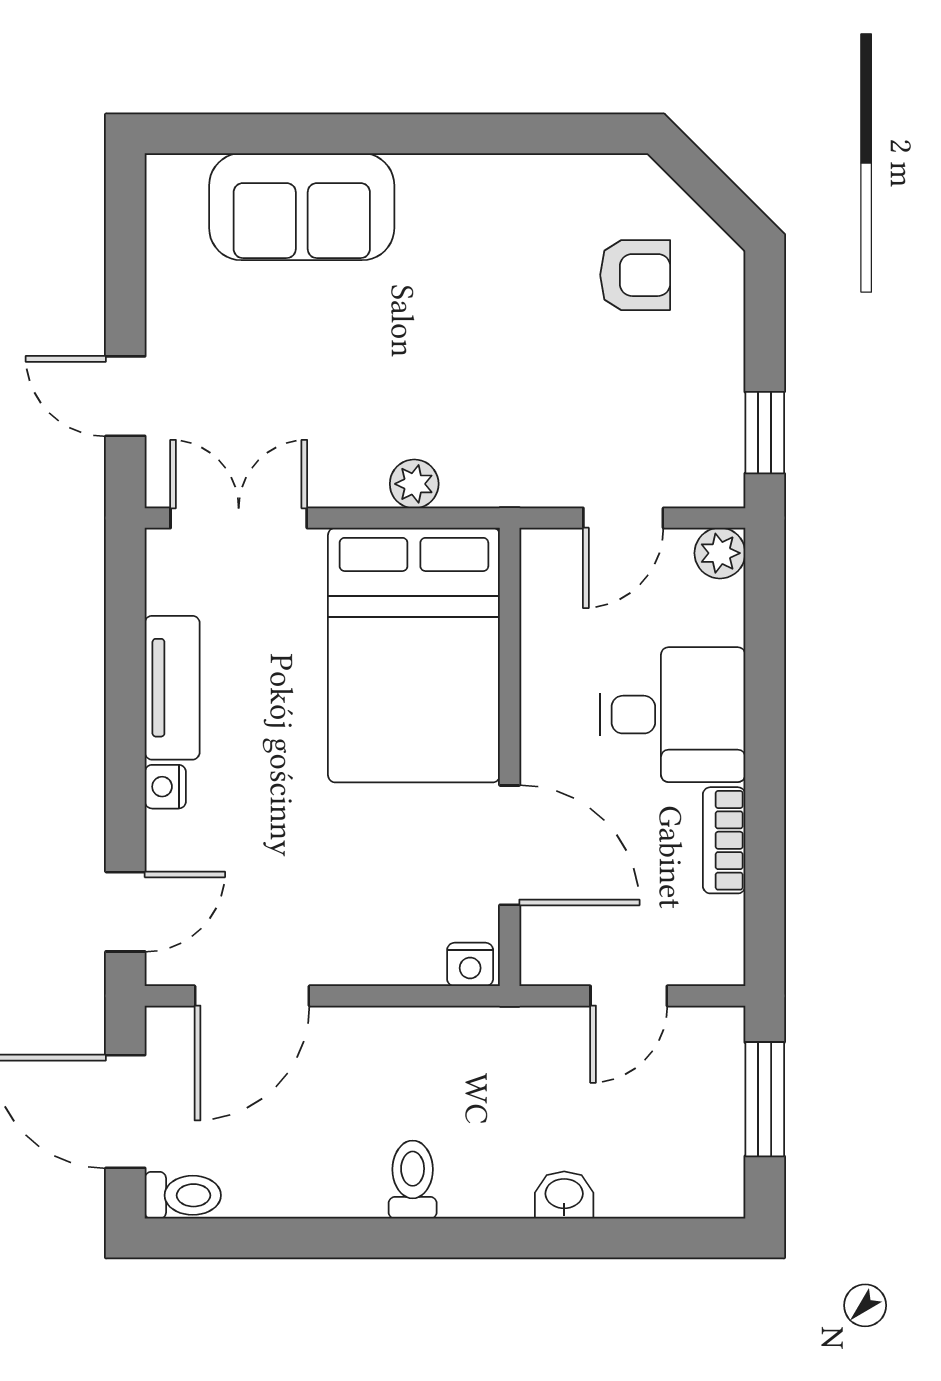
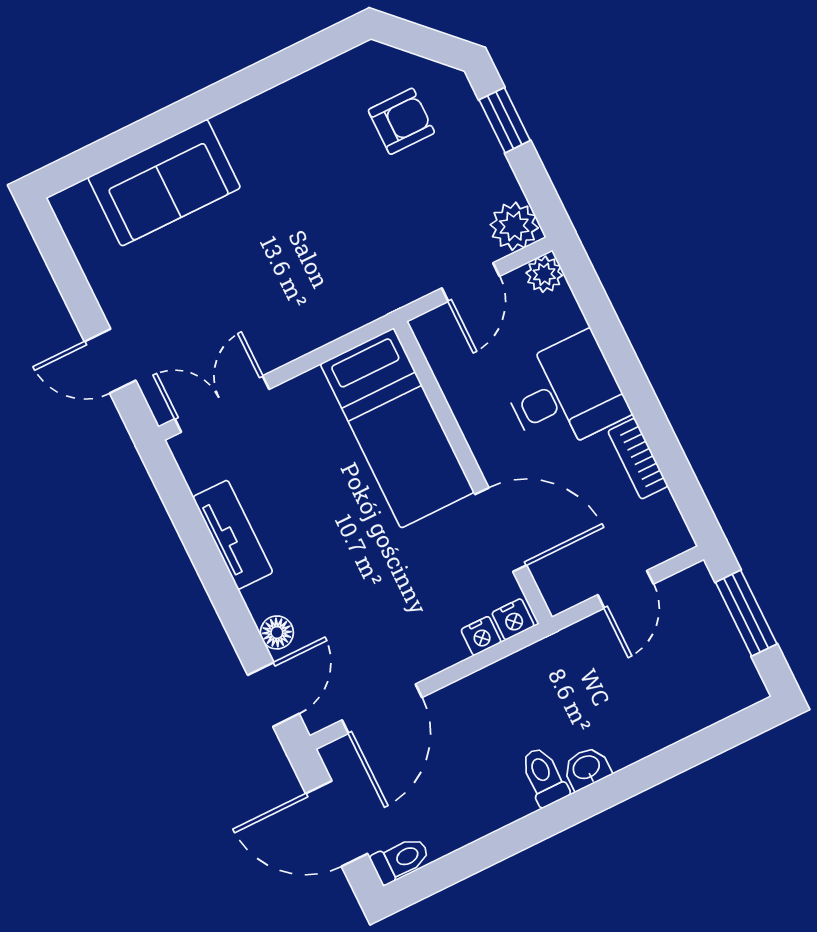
window: (765, 433) -> (505, 120), moved
plant: (414, 484) -> (514, 226), moved, width x1.38, depth x1.38
bed: (414, 655) -> (397, 428), width x0.67
nightstand: (165, 787) -> (481, 636), moved, turned -90
floor lamp: (168, 837) -> (277, 632), added
washbasin: (564, 1195) -> (587, 768), moved

